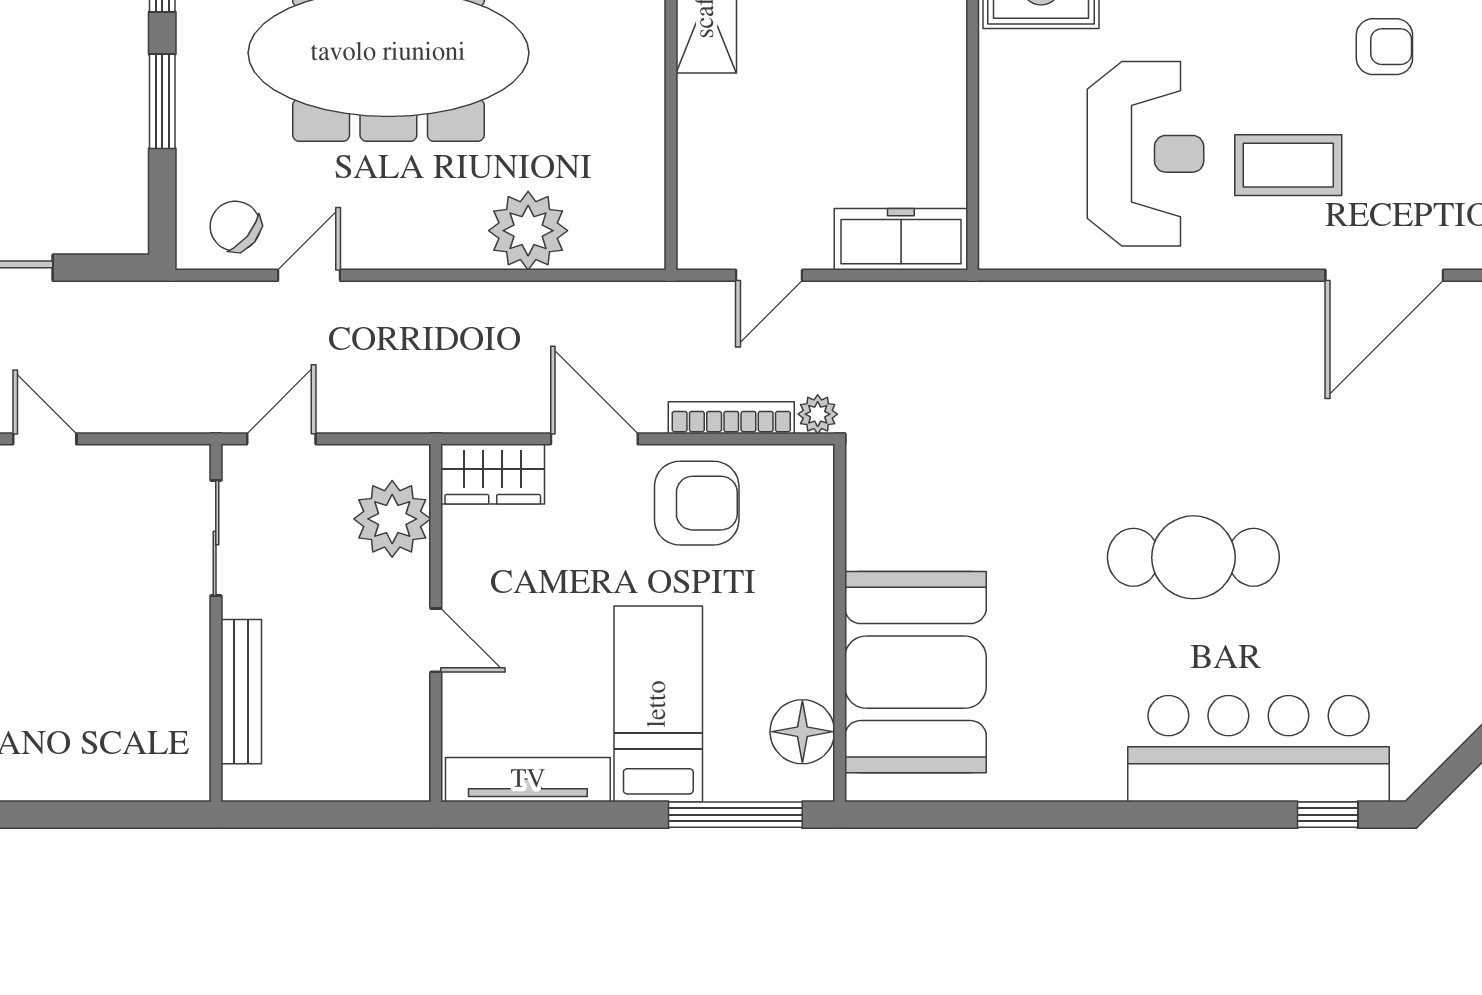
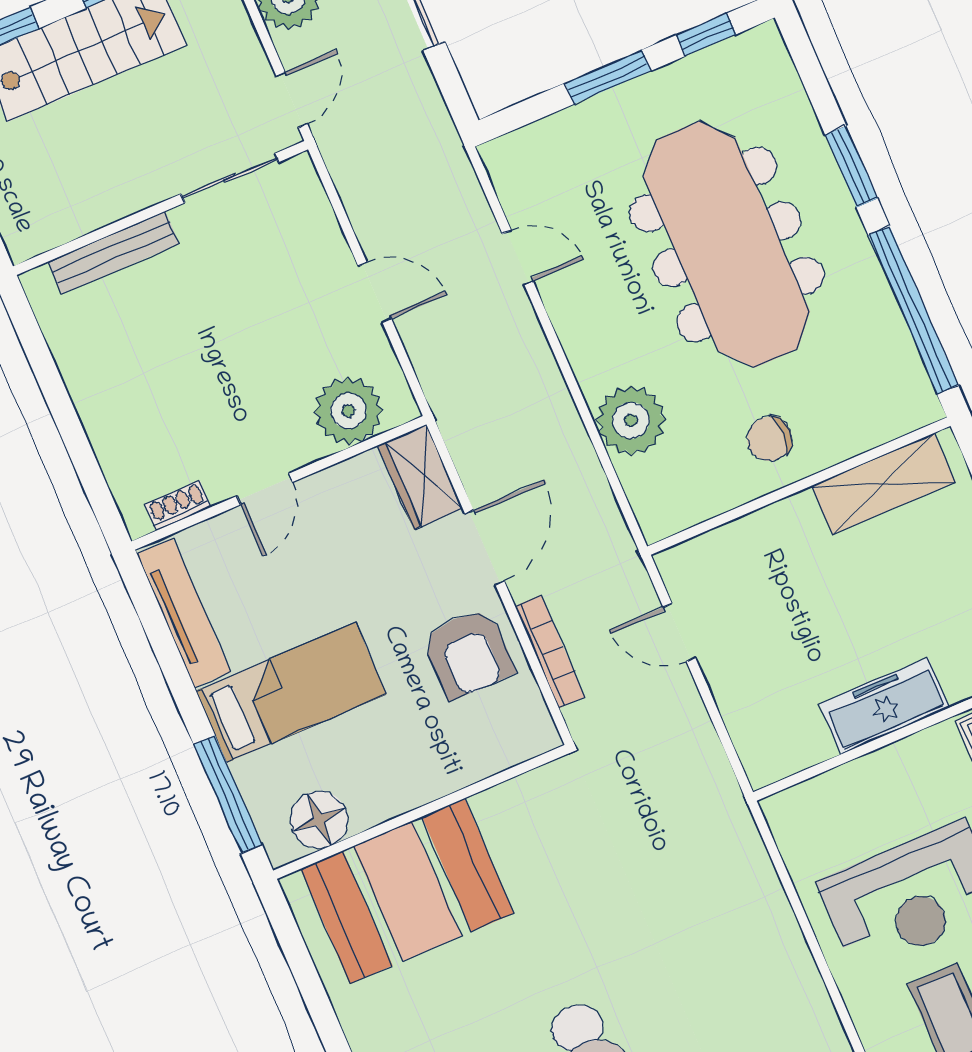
chair: (235, 226) -> (770, 439), moved, turned -130
freezer: (901, 239) -> (885, 706), moved, turned -90
plant: (818, 414) -> (583, 721), removed
sliding door: (216, 538) -> (230, 178), moved
wall: (216, 623) -> (161, 208), moved
bench: (241, 692) -> (113, 253), moved
shoe rack: (414, 738) -> (178, 506), added

